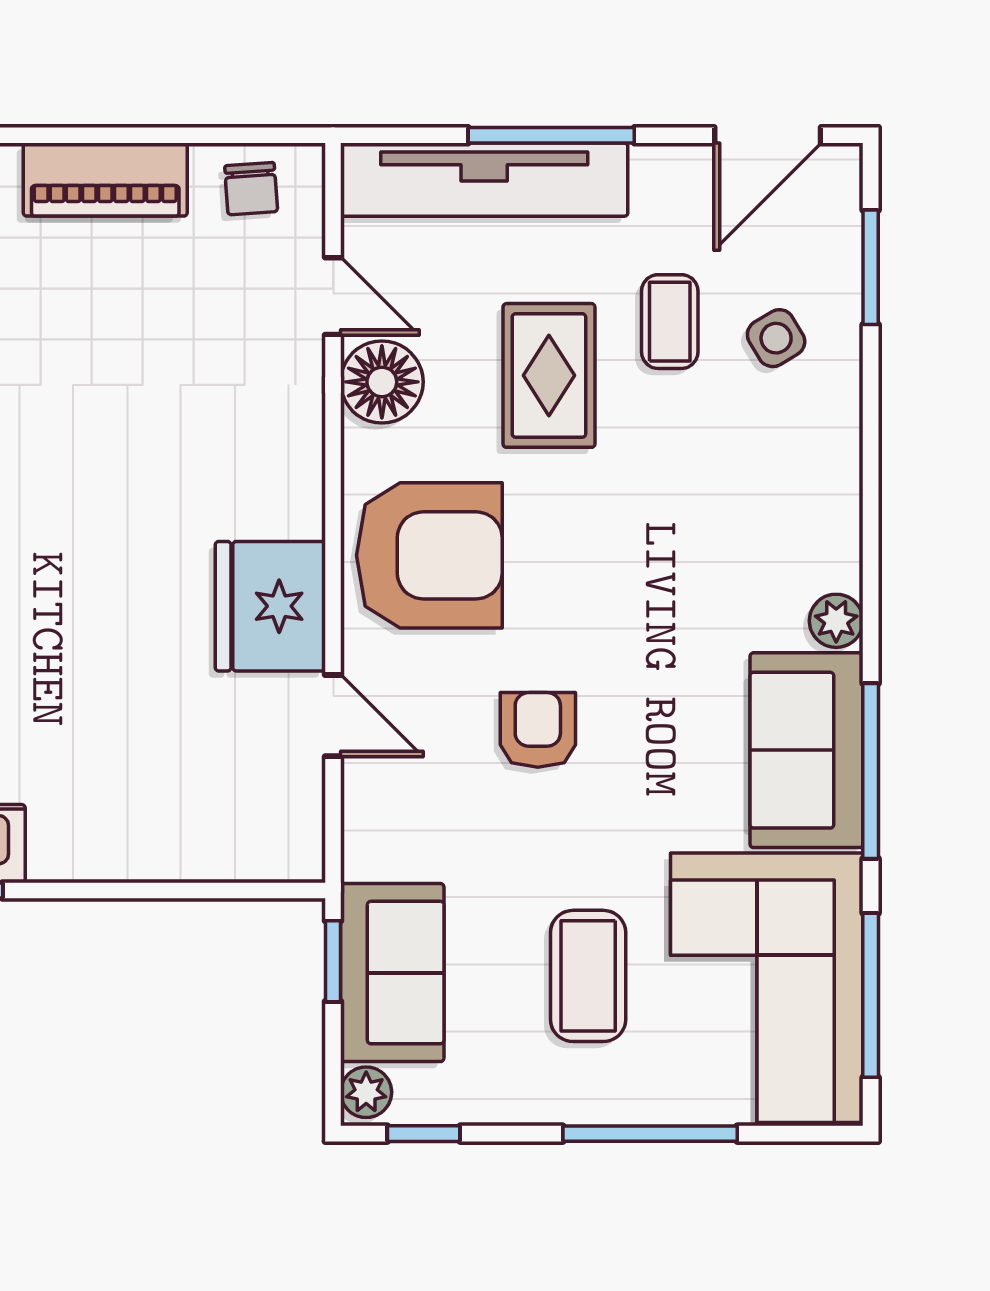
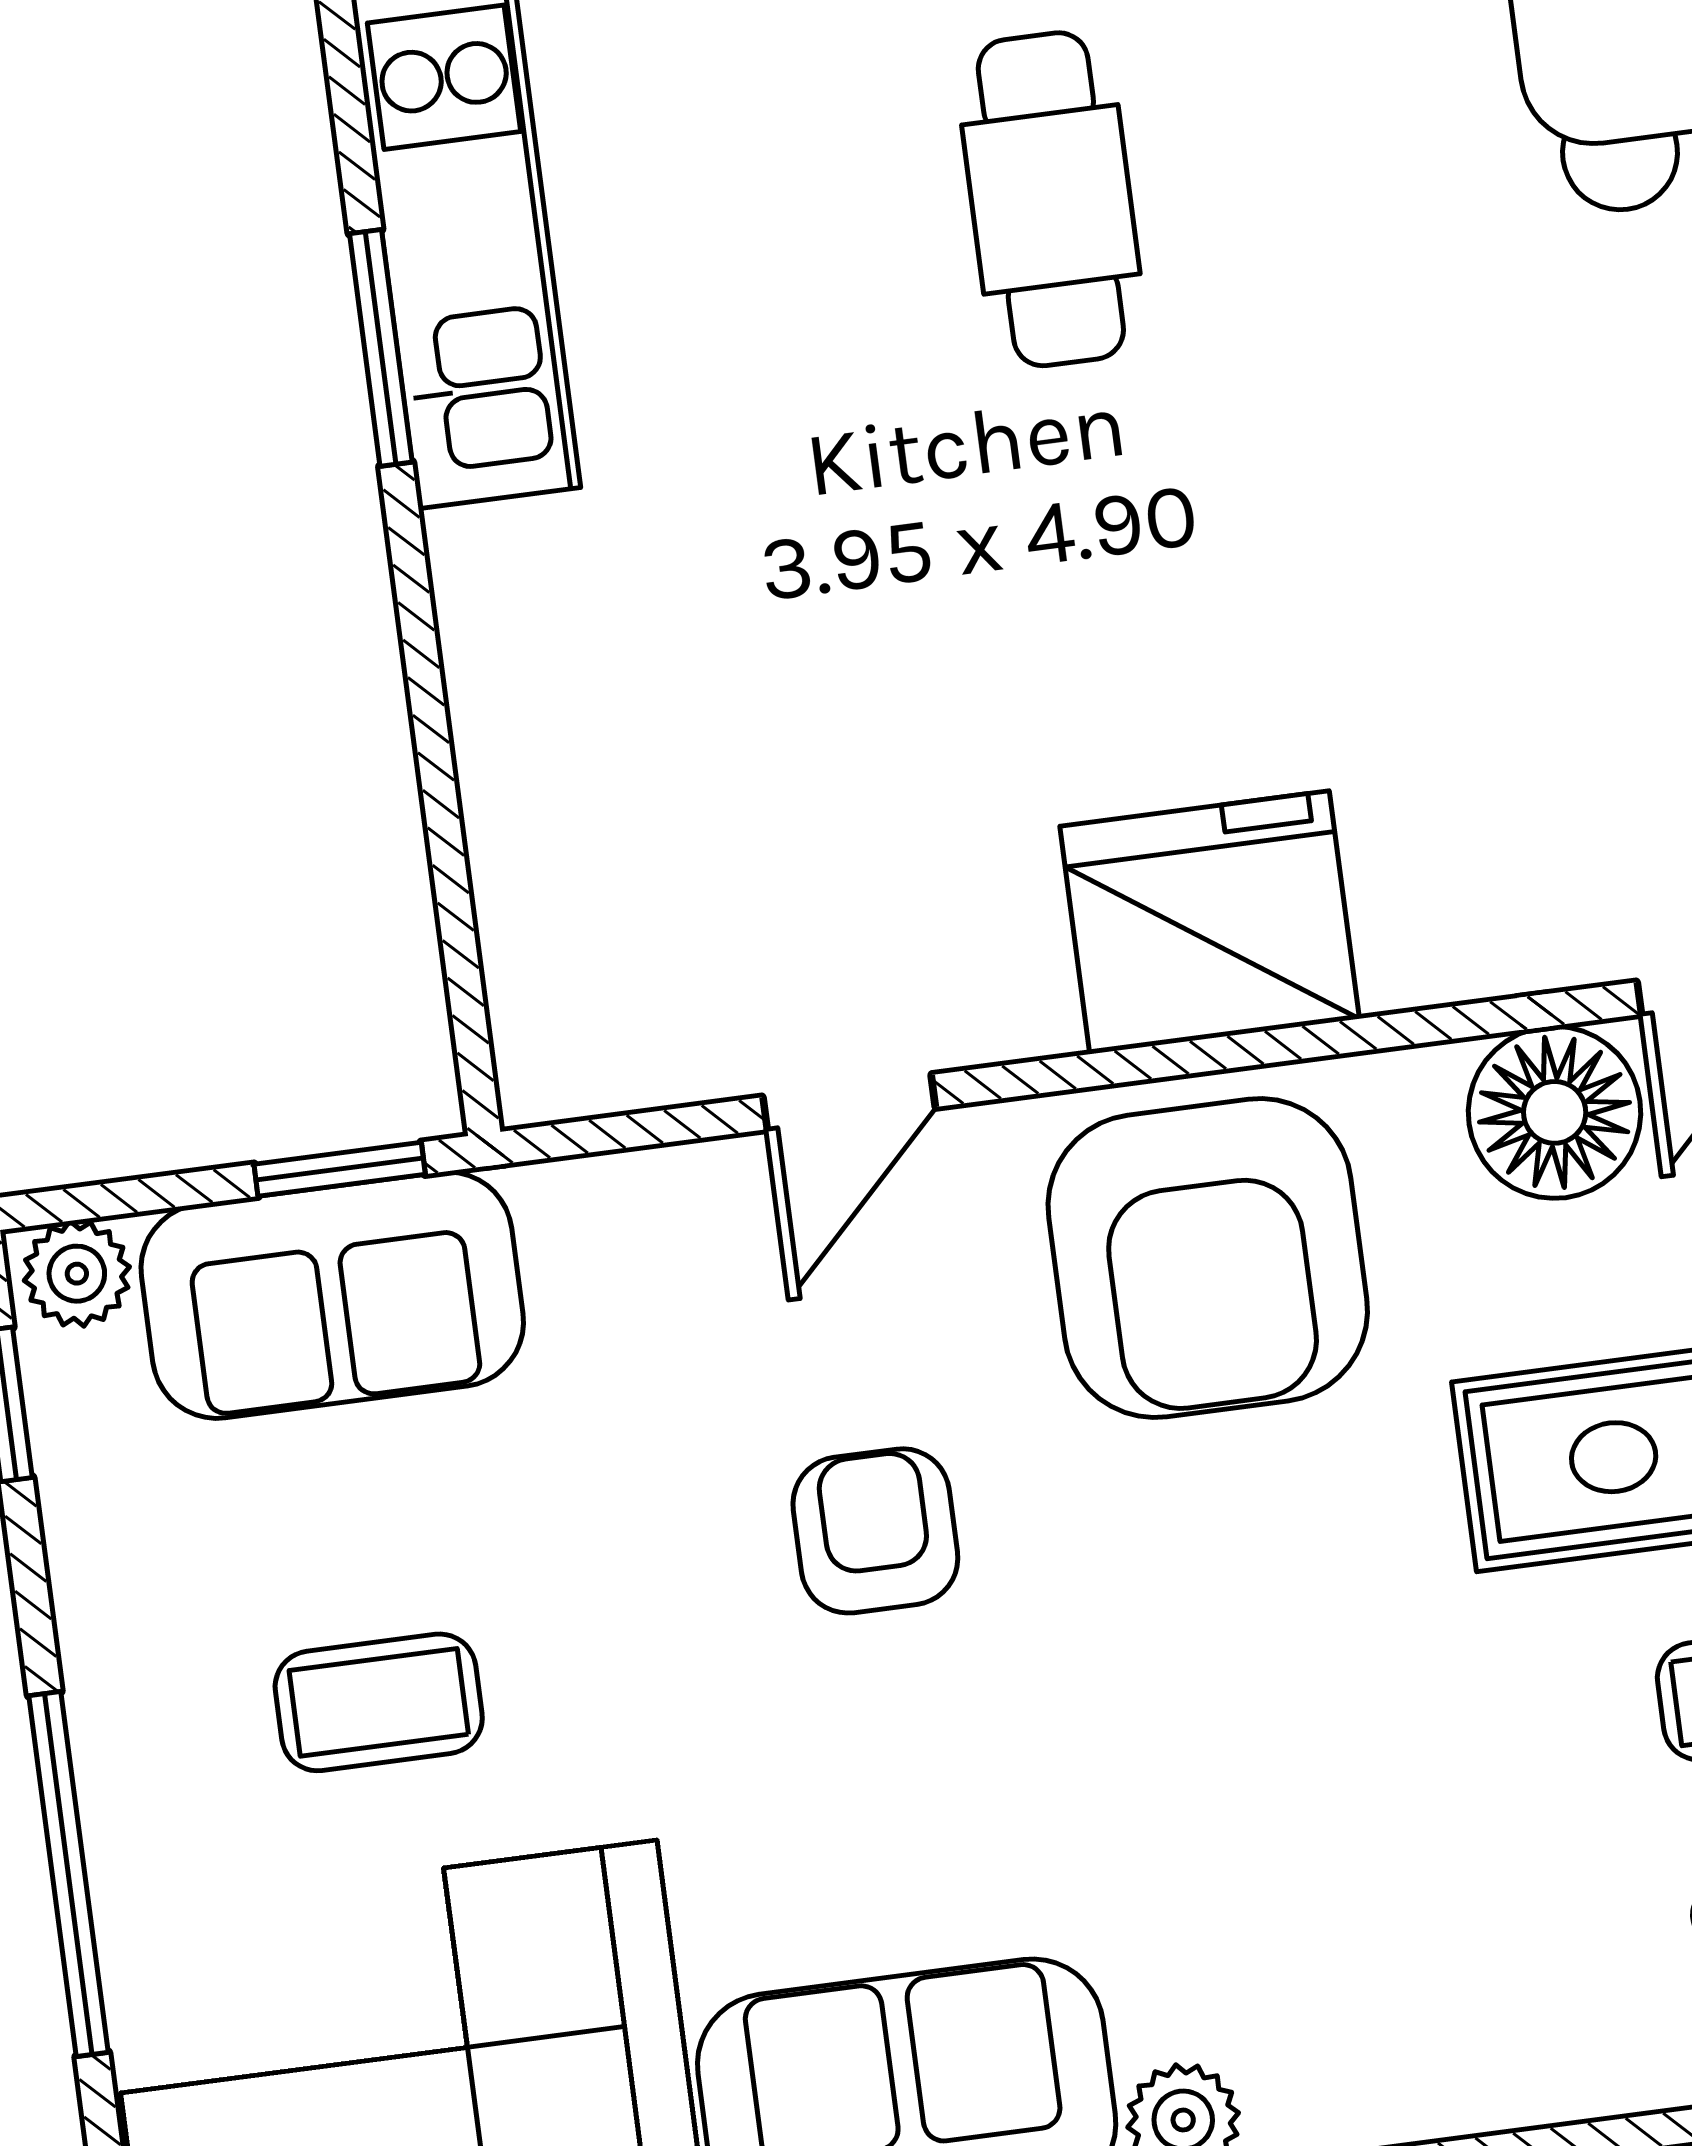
fridge: (270, 606) -> (1210, 922), moved
armchair: (538, 730) -> (875, 1531), turned -90
coffee table: (588, 976) -> (379, 1702), width x0.73, depth x0.77

